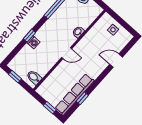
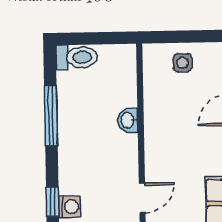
door: (67, 53) -> (142, 198), moved

